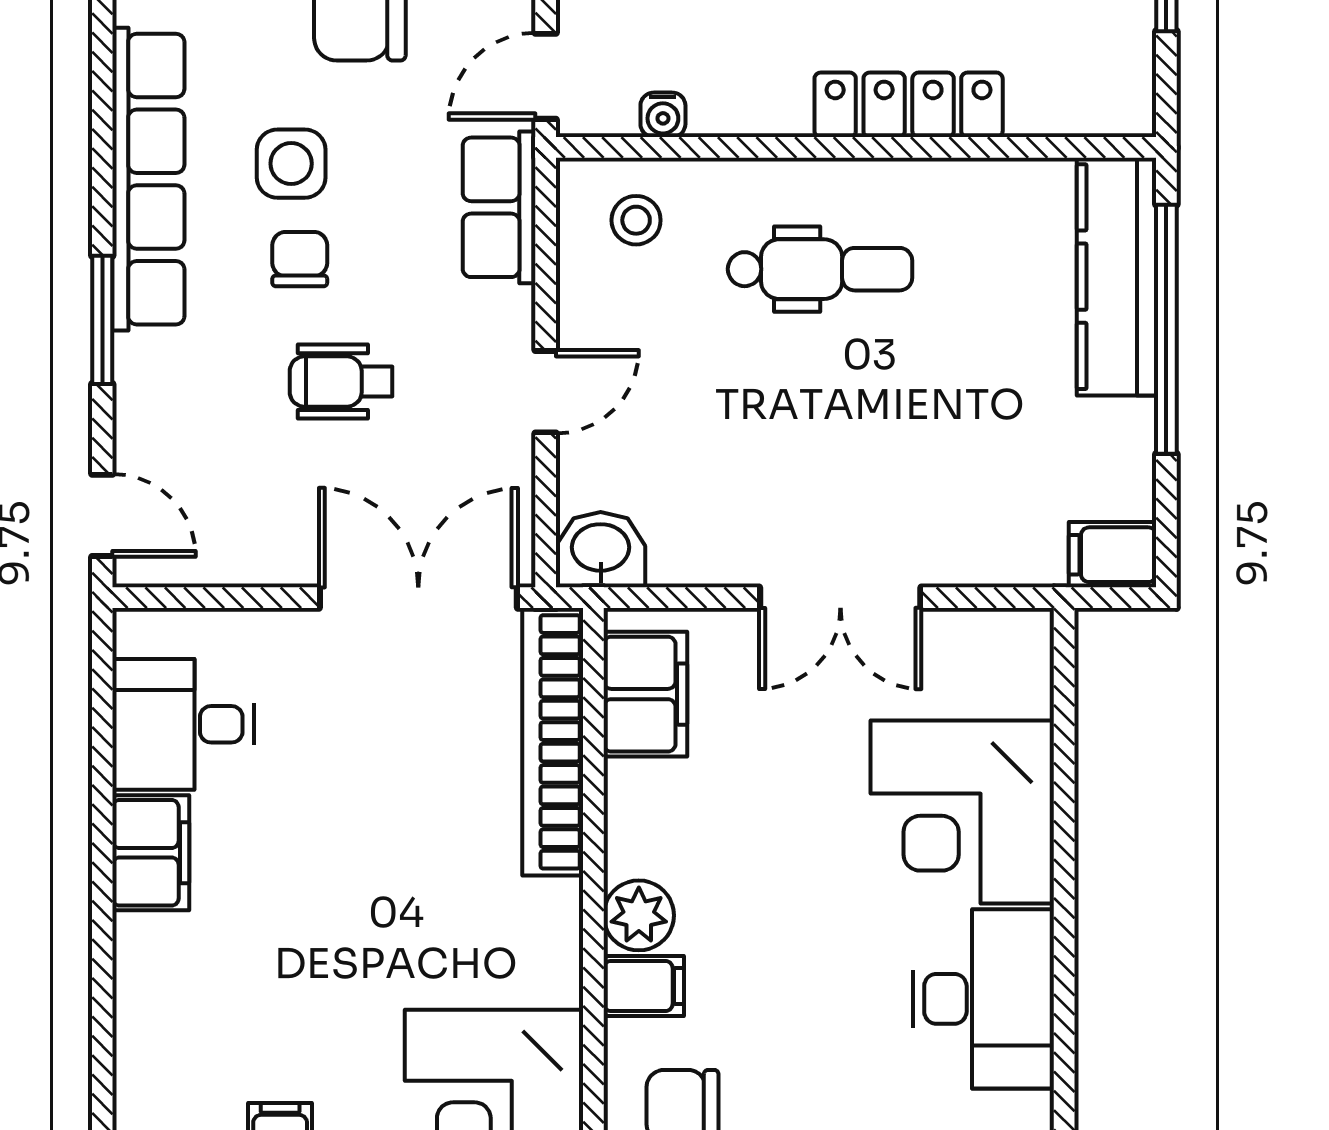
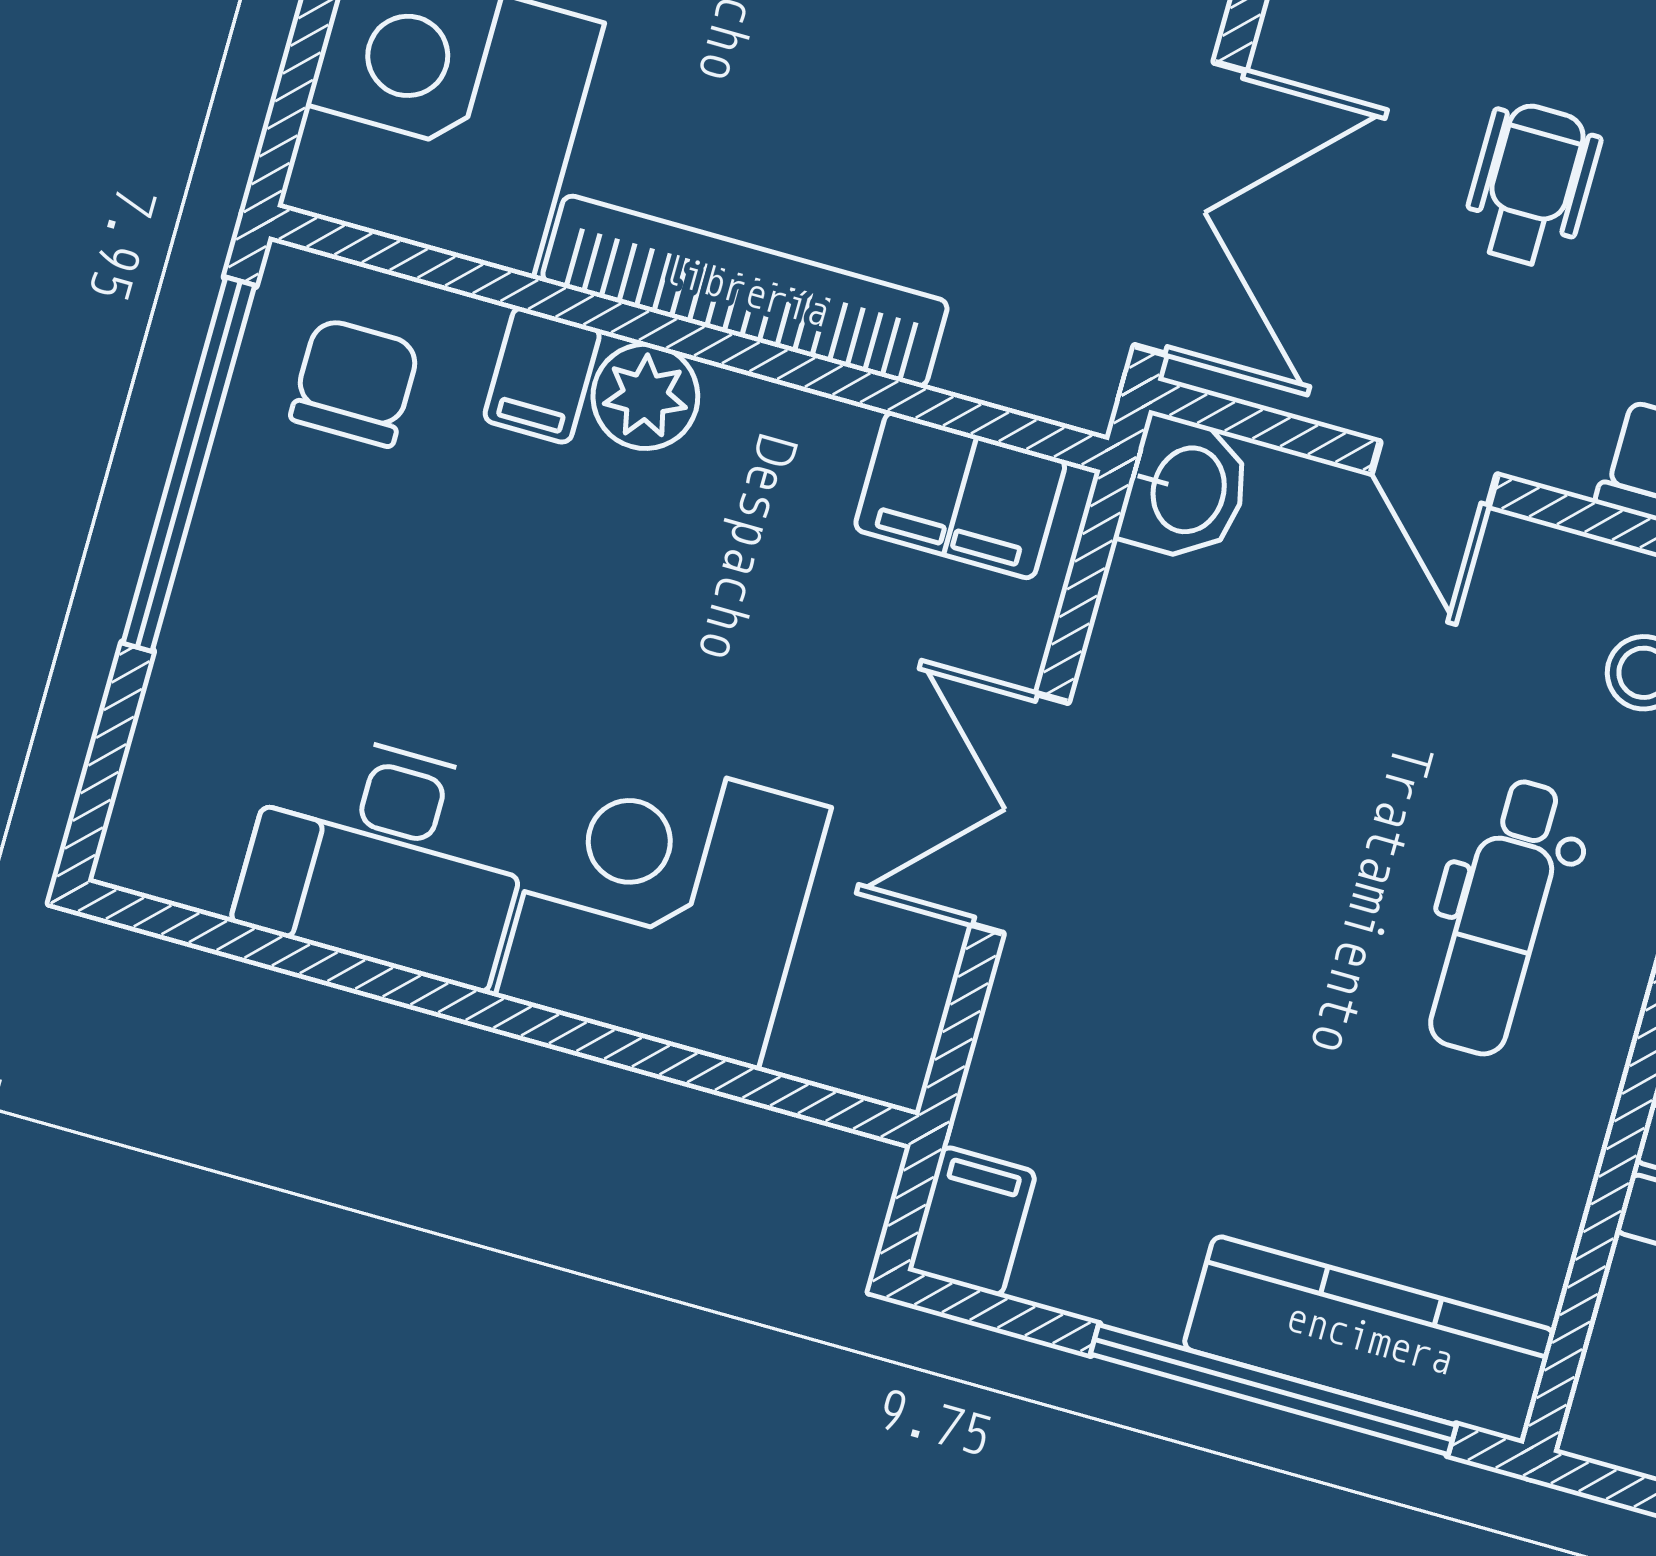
bookcase: (553, 742) -> (745, 291), moved

